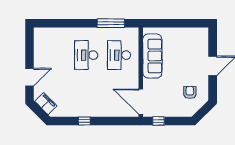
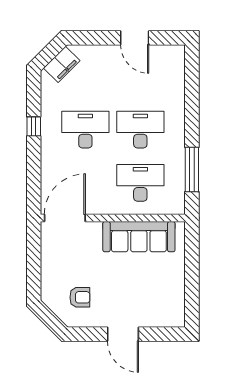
door: (29, 77) -> (135, 38), moved
desk: (86, 89) -> (85, 130), added
window: (158, 121) -> (34, 246), removed

